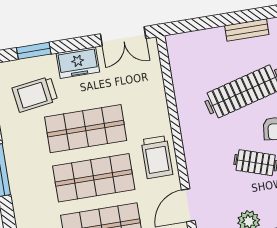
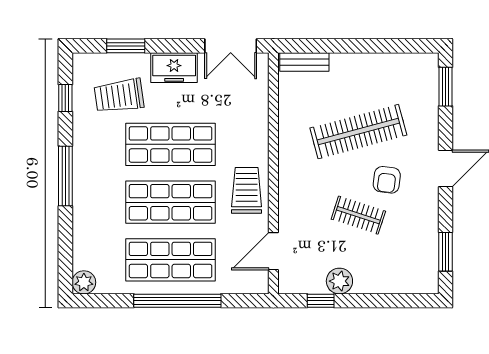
bench: (247, 30) -> (304, 62), moved
trolley: (157, 157) -> (247, 190), turned 180

